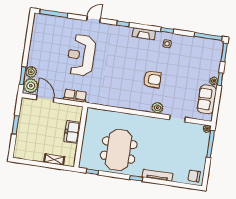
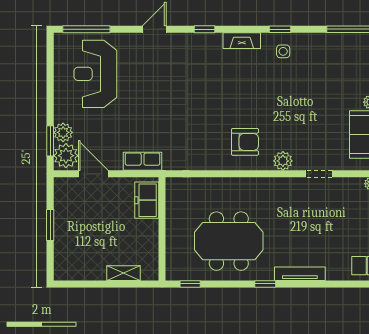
reception desk: (81, 55) -> (95, 74), moved
armchair: (152, 79) -> (245, 142), moved
freezer: (72, 132) -> (147, 200), moved
meeting table: (119, 150) -> (229, 241), turned 90

